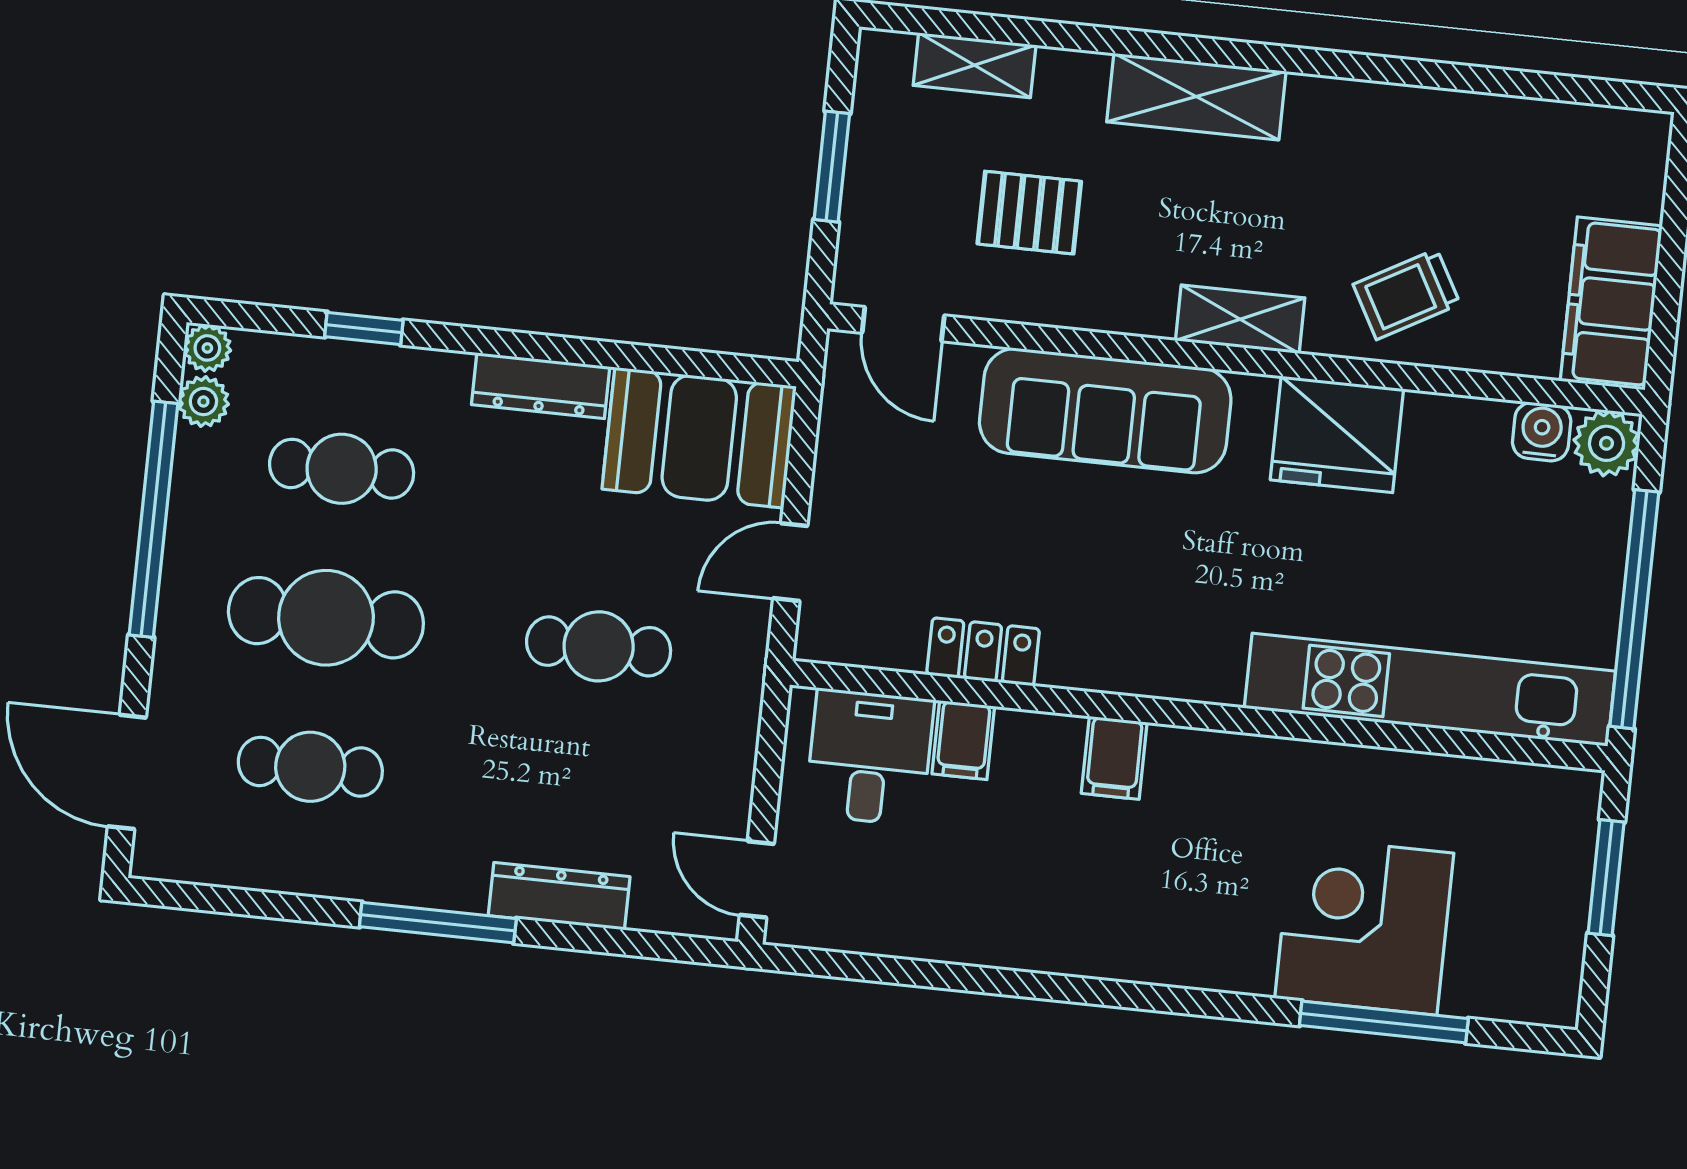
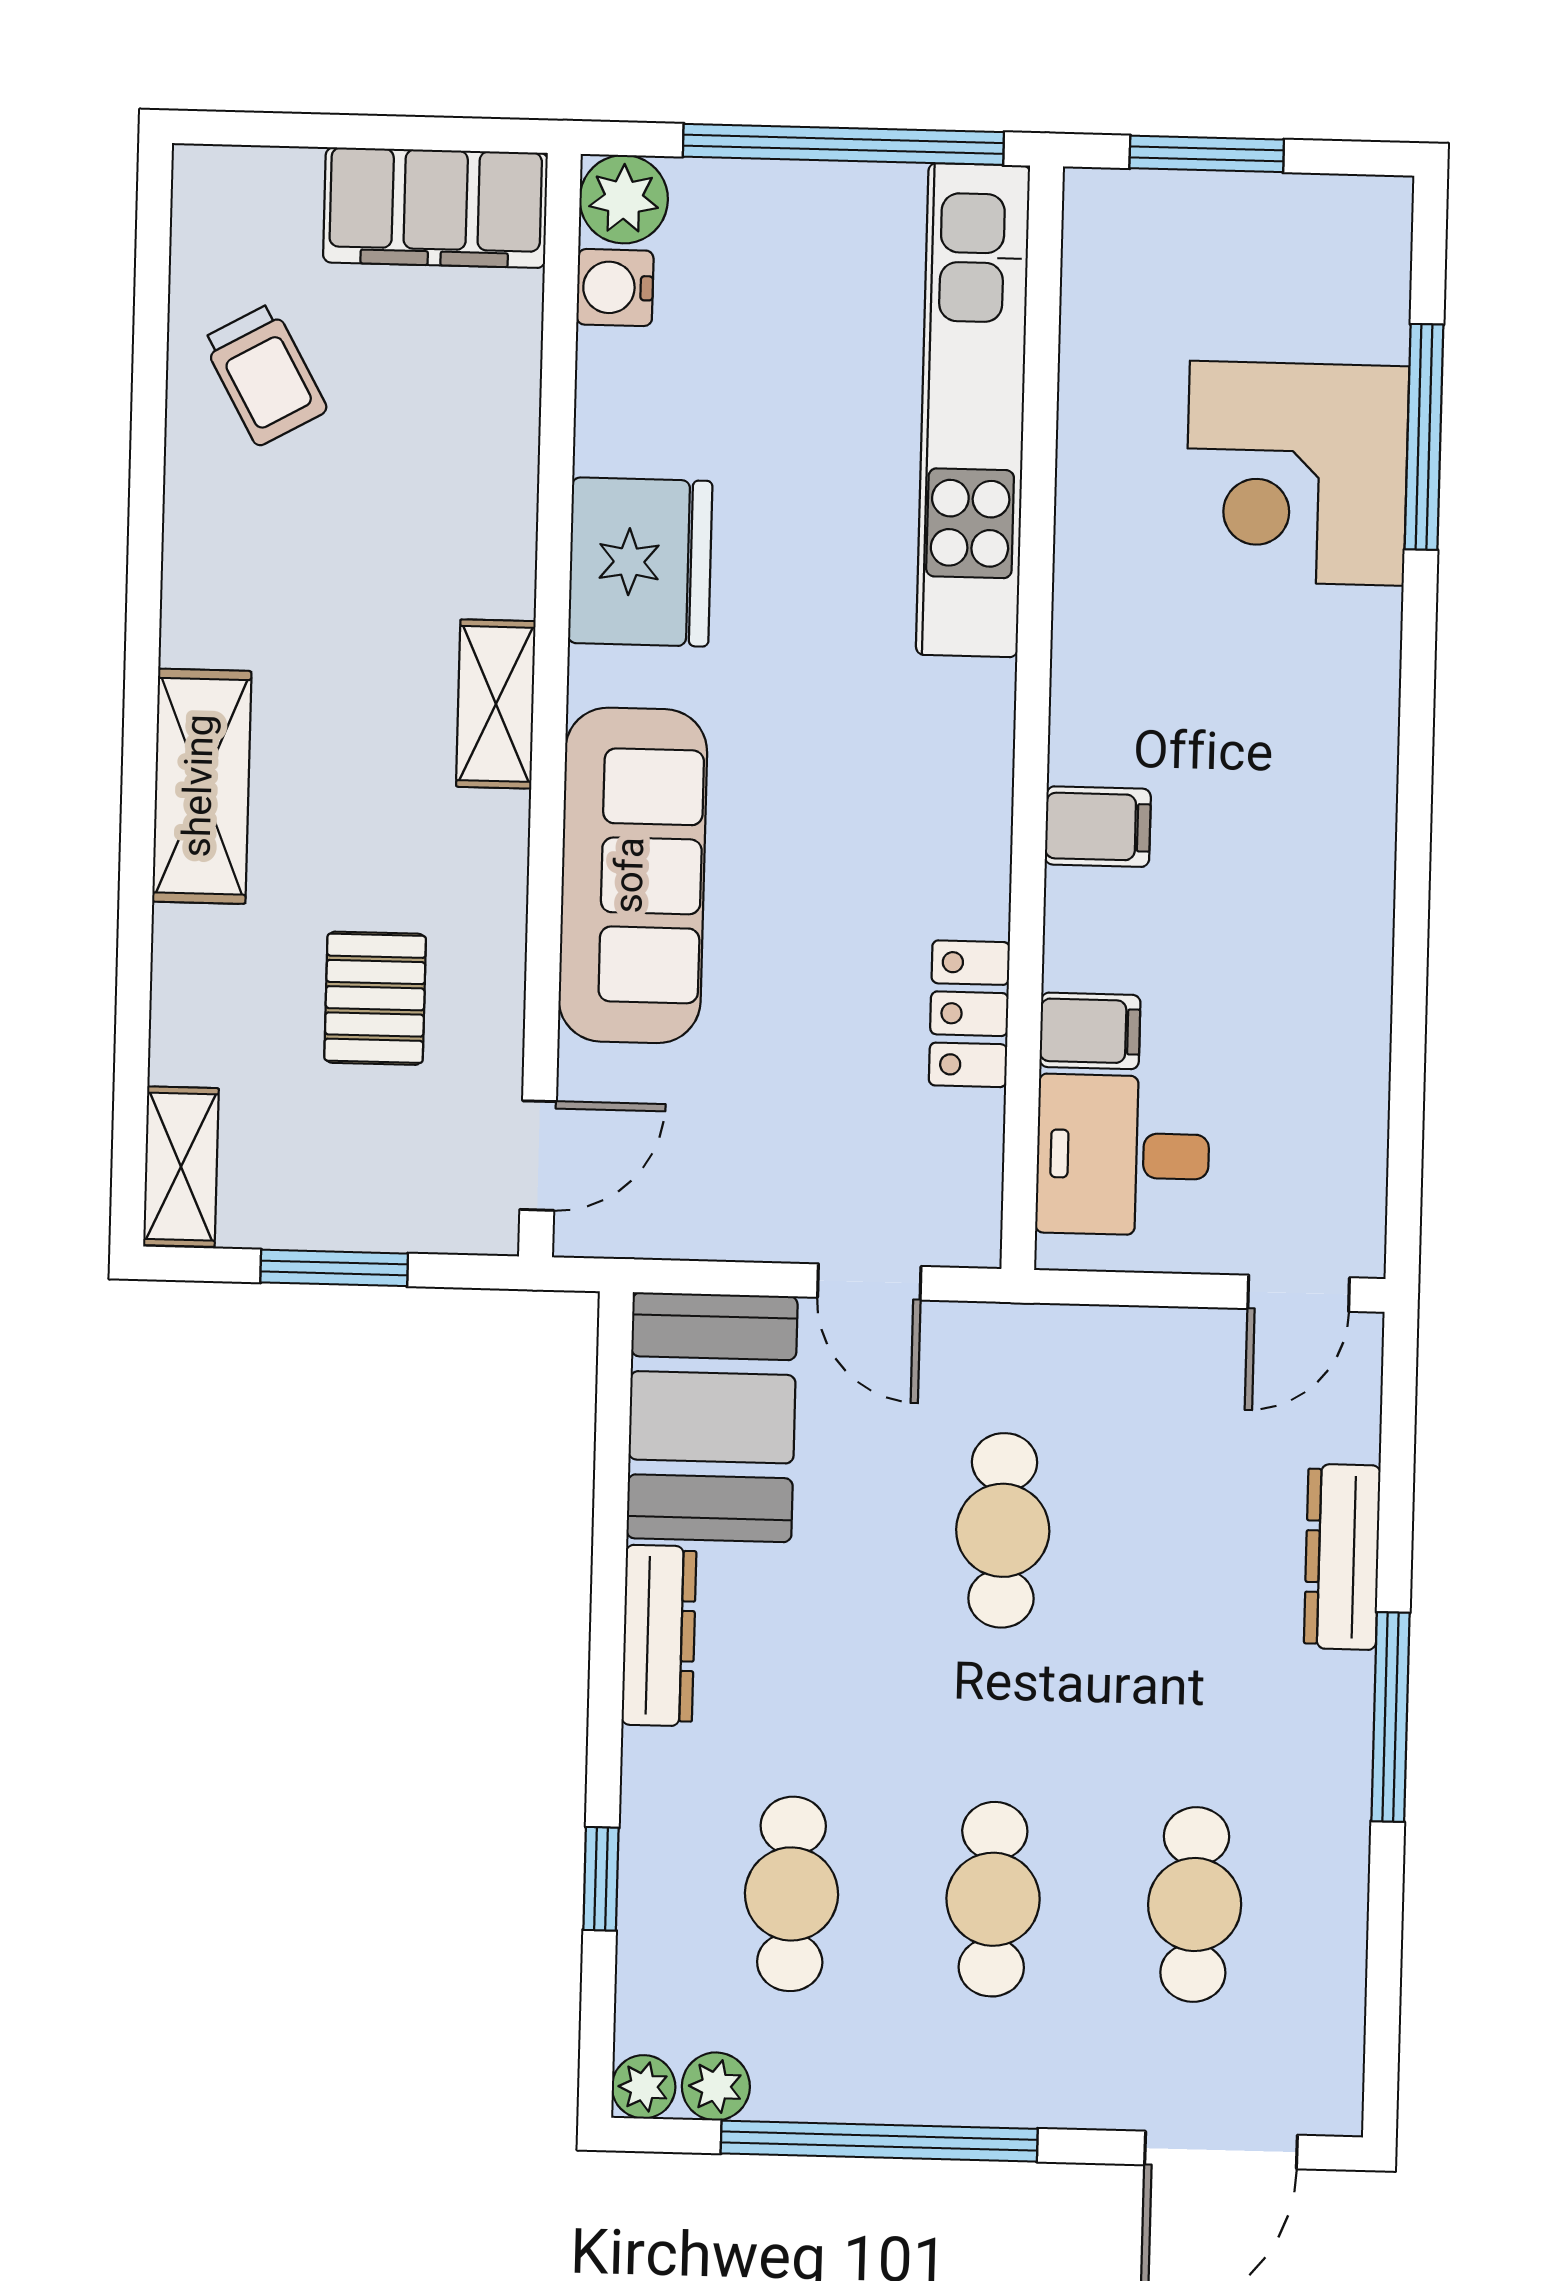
shelving: (975, 65) -> (181, 1167), moved
trolley: (1407, 294) -> (265, 375), moved
cafe table: (326, 618) -> (993, 1899), width x0.73, depth x0.74

